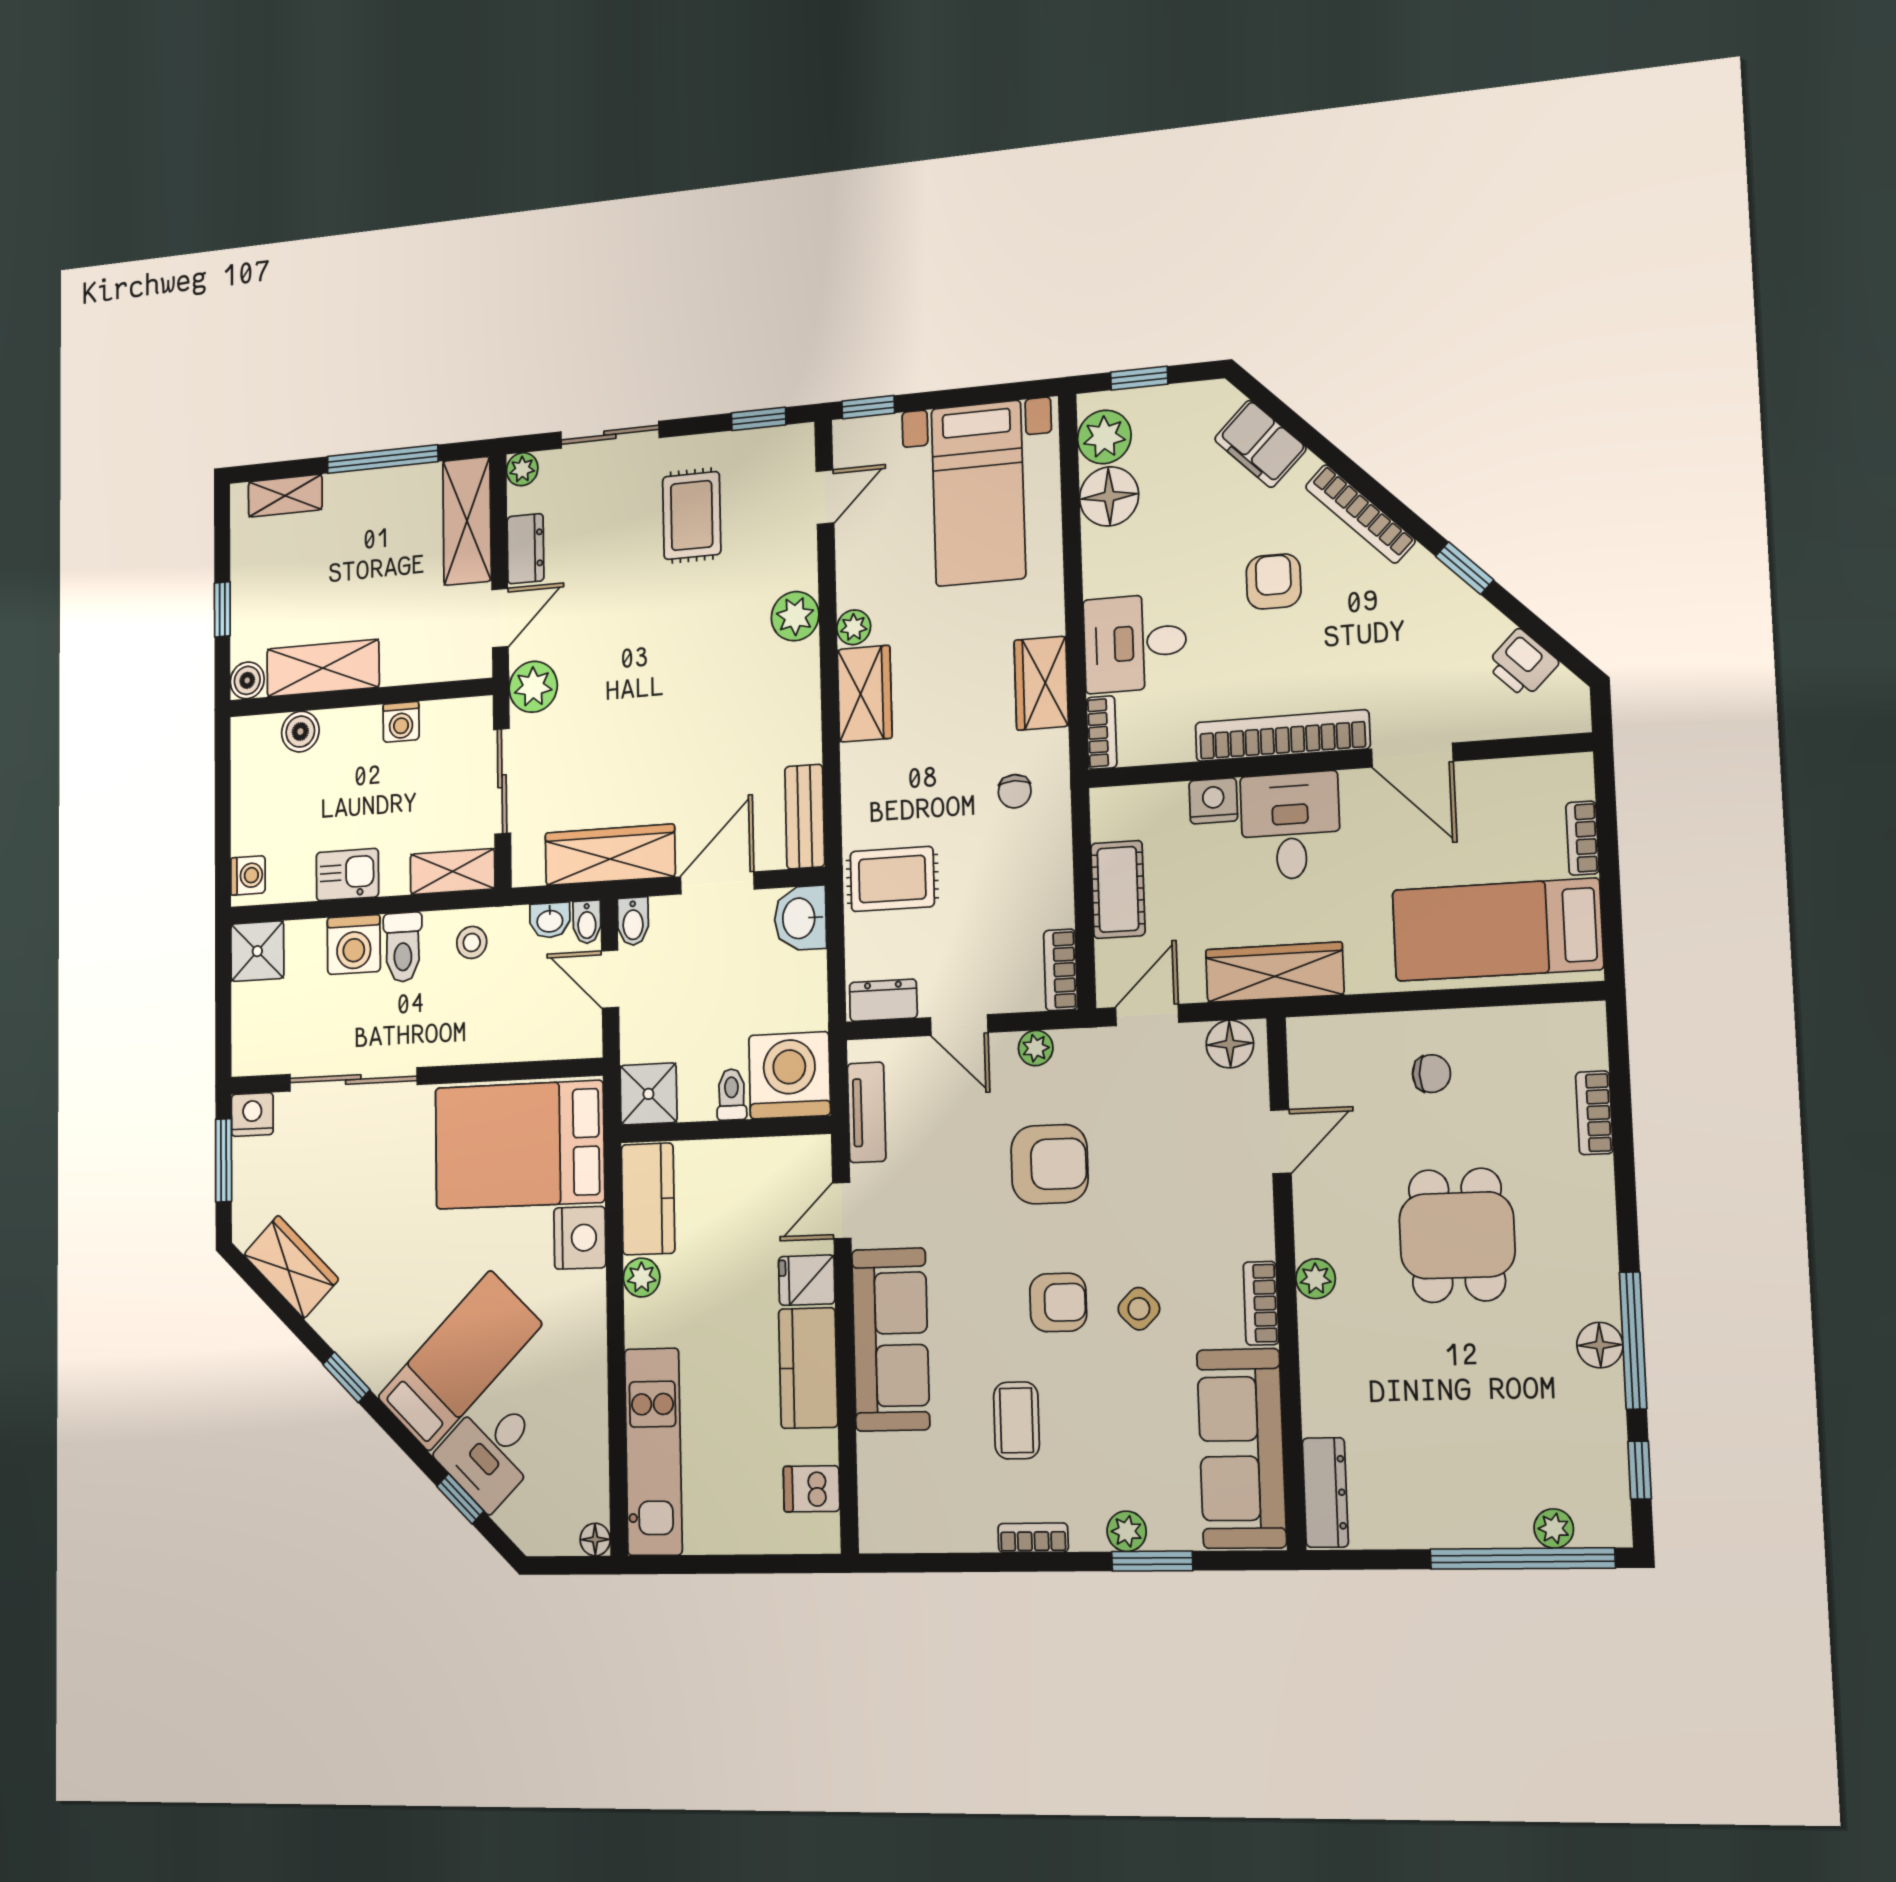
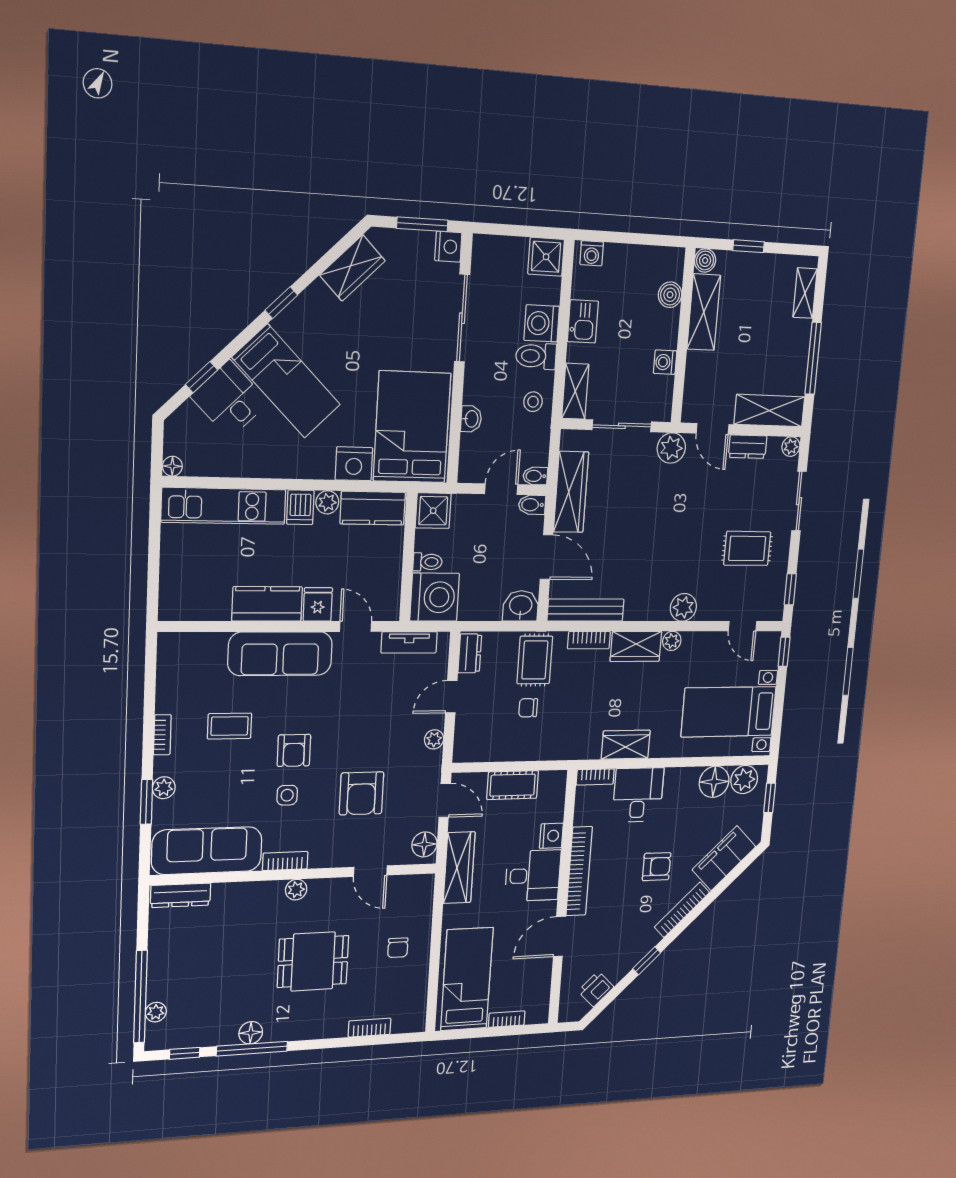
filing cabinet: (1260, 444) -> (724, 858), width x1.50, depth x1.17
chair: (1015, 791) -> (528, 708), moved
bench: (805, 817) -> (586, 610), width x1.36
washbasin: (550, 920) -> (471, 419), moved, turned 180
bookcase: (1061, 970) -> (589, 640), moved, turned 180
armchair: (1049, 1164) -> (361, 793), moved
side table: (1139, 1309) -> (287, 795), turned 45
dishwasher: (811, 1489) -> (300, 507), moved, turned 180

